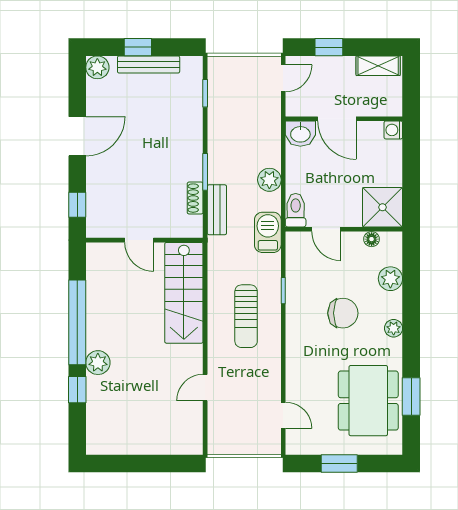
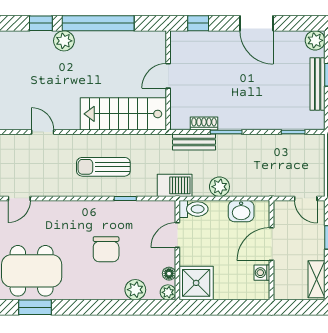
washing machine: (393, 130) -> (262, 273), moved, turned -90
washbasin: (300, 134) -> (241, 211), moved, turned -90
plant: (394, 328) -> (168, 292), moved

